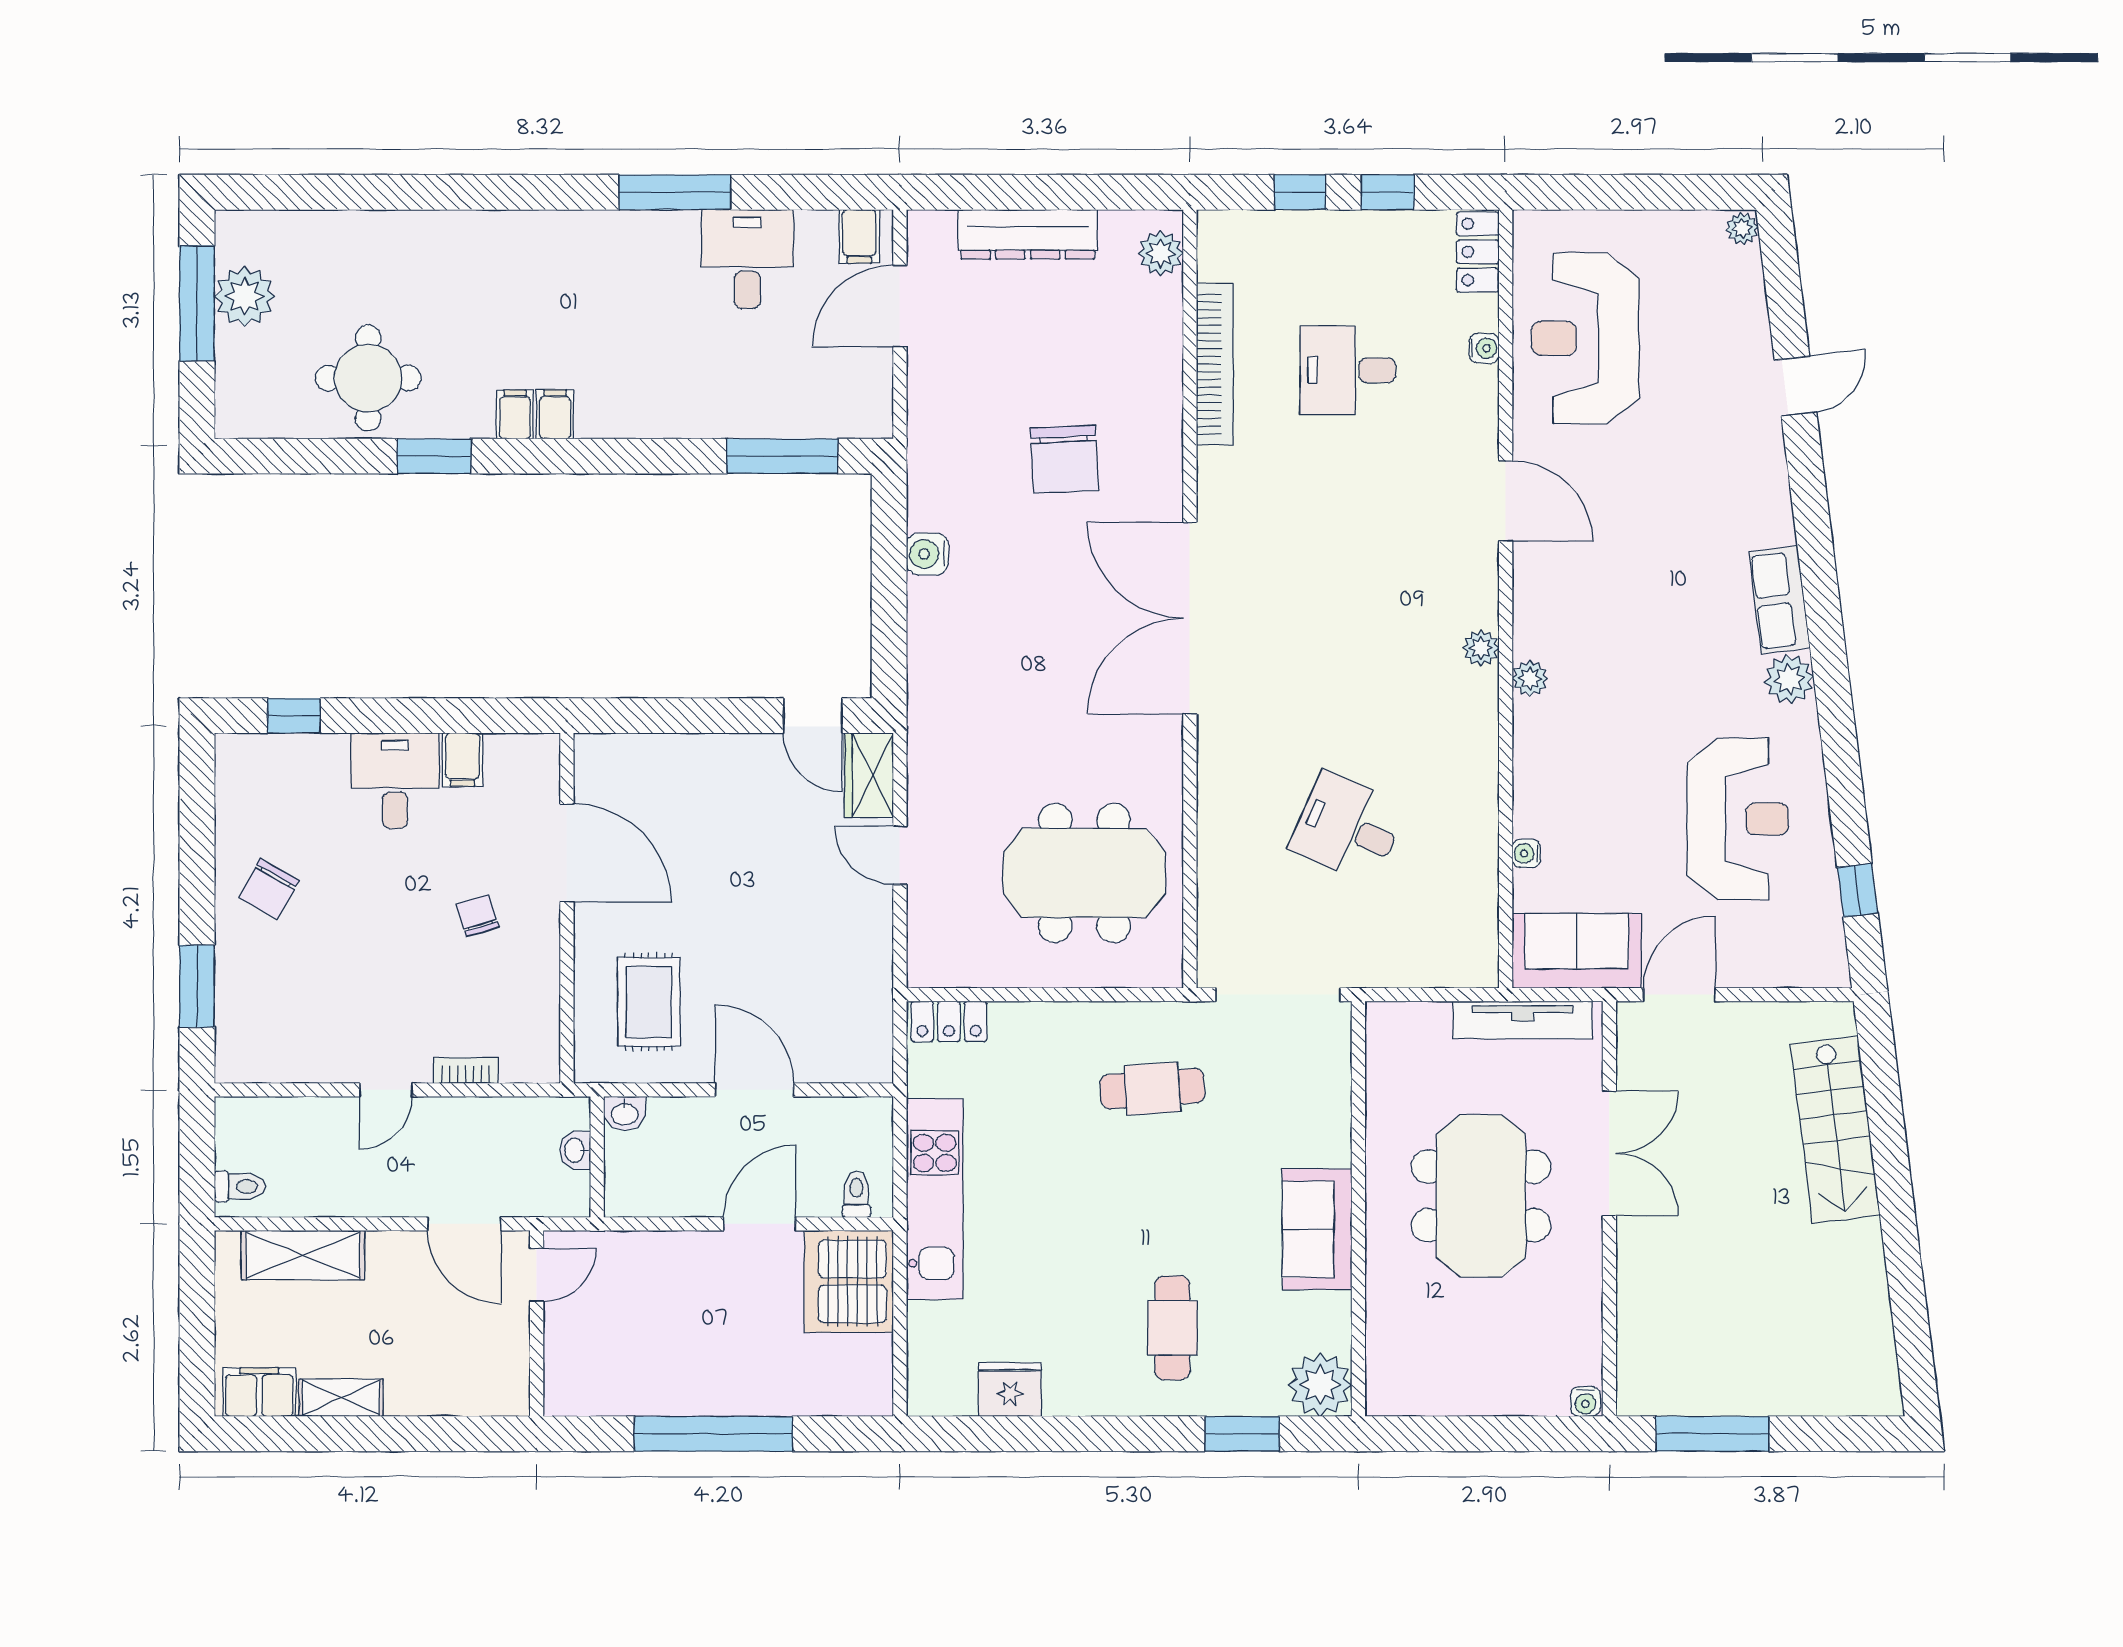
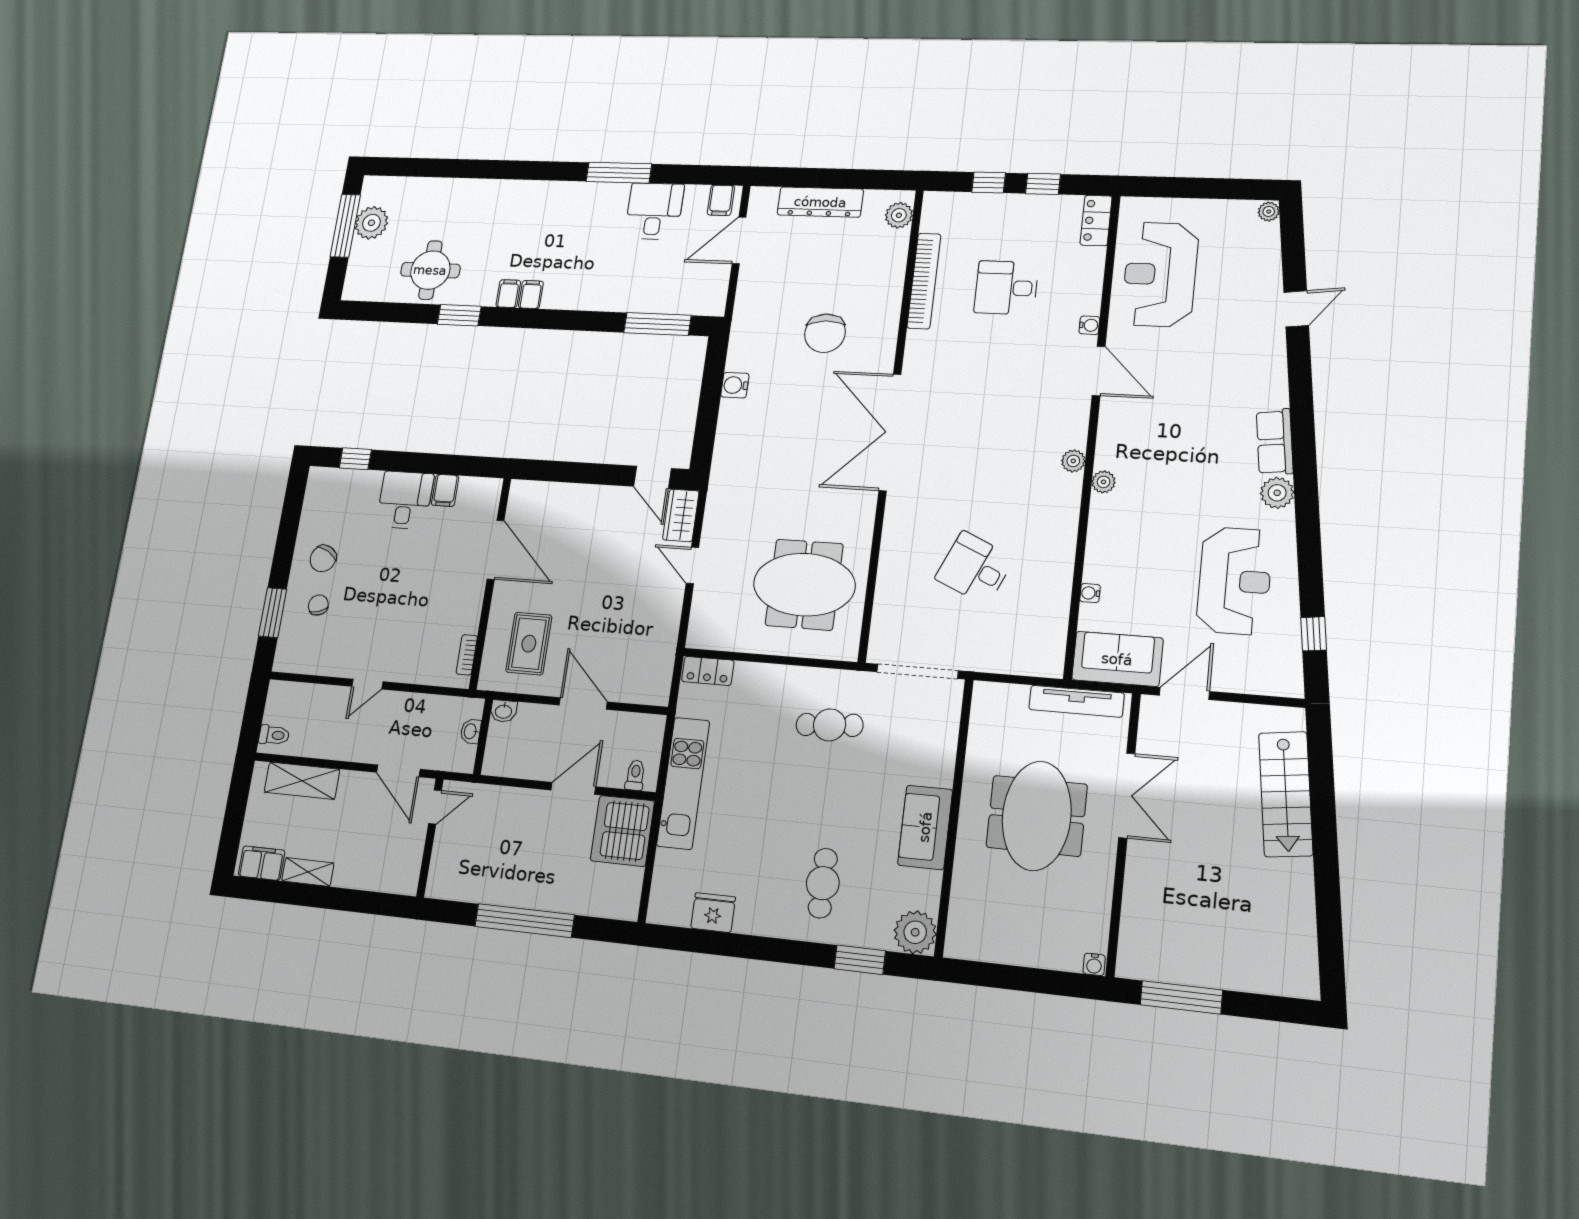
water cooler: (1484, 348) -> (1089, 325), moved
chair: (477, 916) -> (318, 605), moved
bookcase: (466, 1070) -> (467, 655), moved, turned -90

